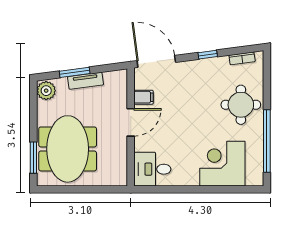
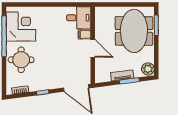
filing cabinet: (143, 97) -> (85, 34), moved
door: (131, 122) -> (93, 48), swing flipped
corner desk: (222, 164) -> (21, 26), moved, turned -90

